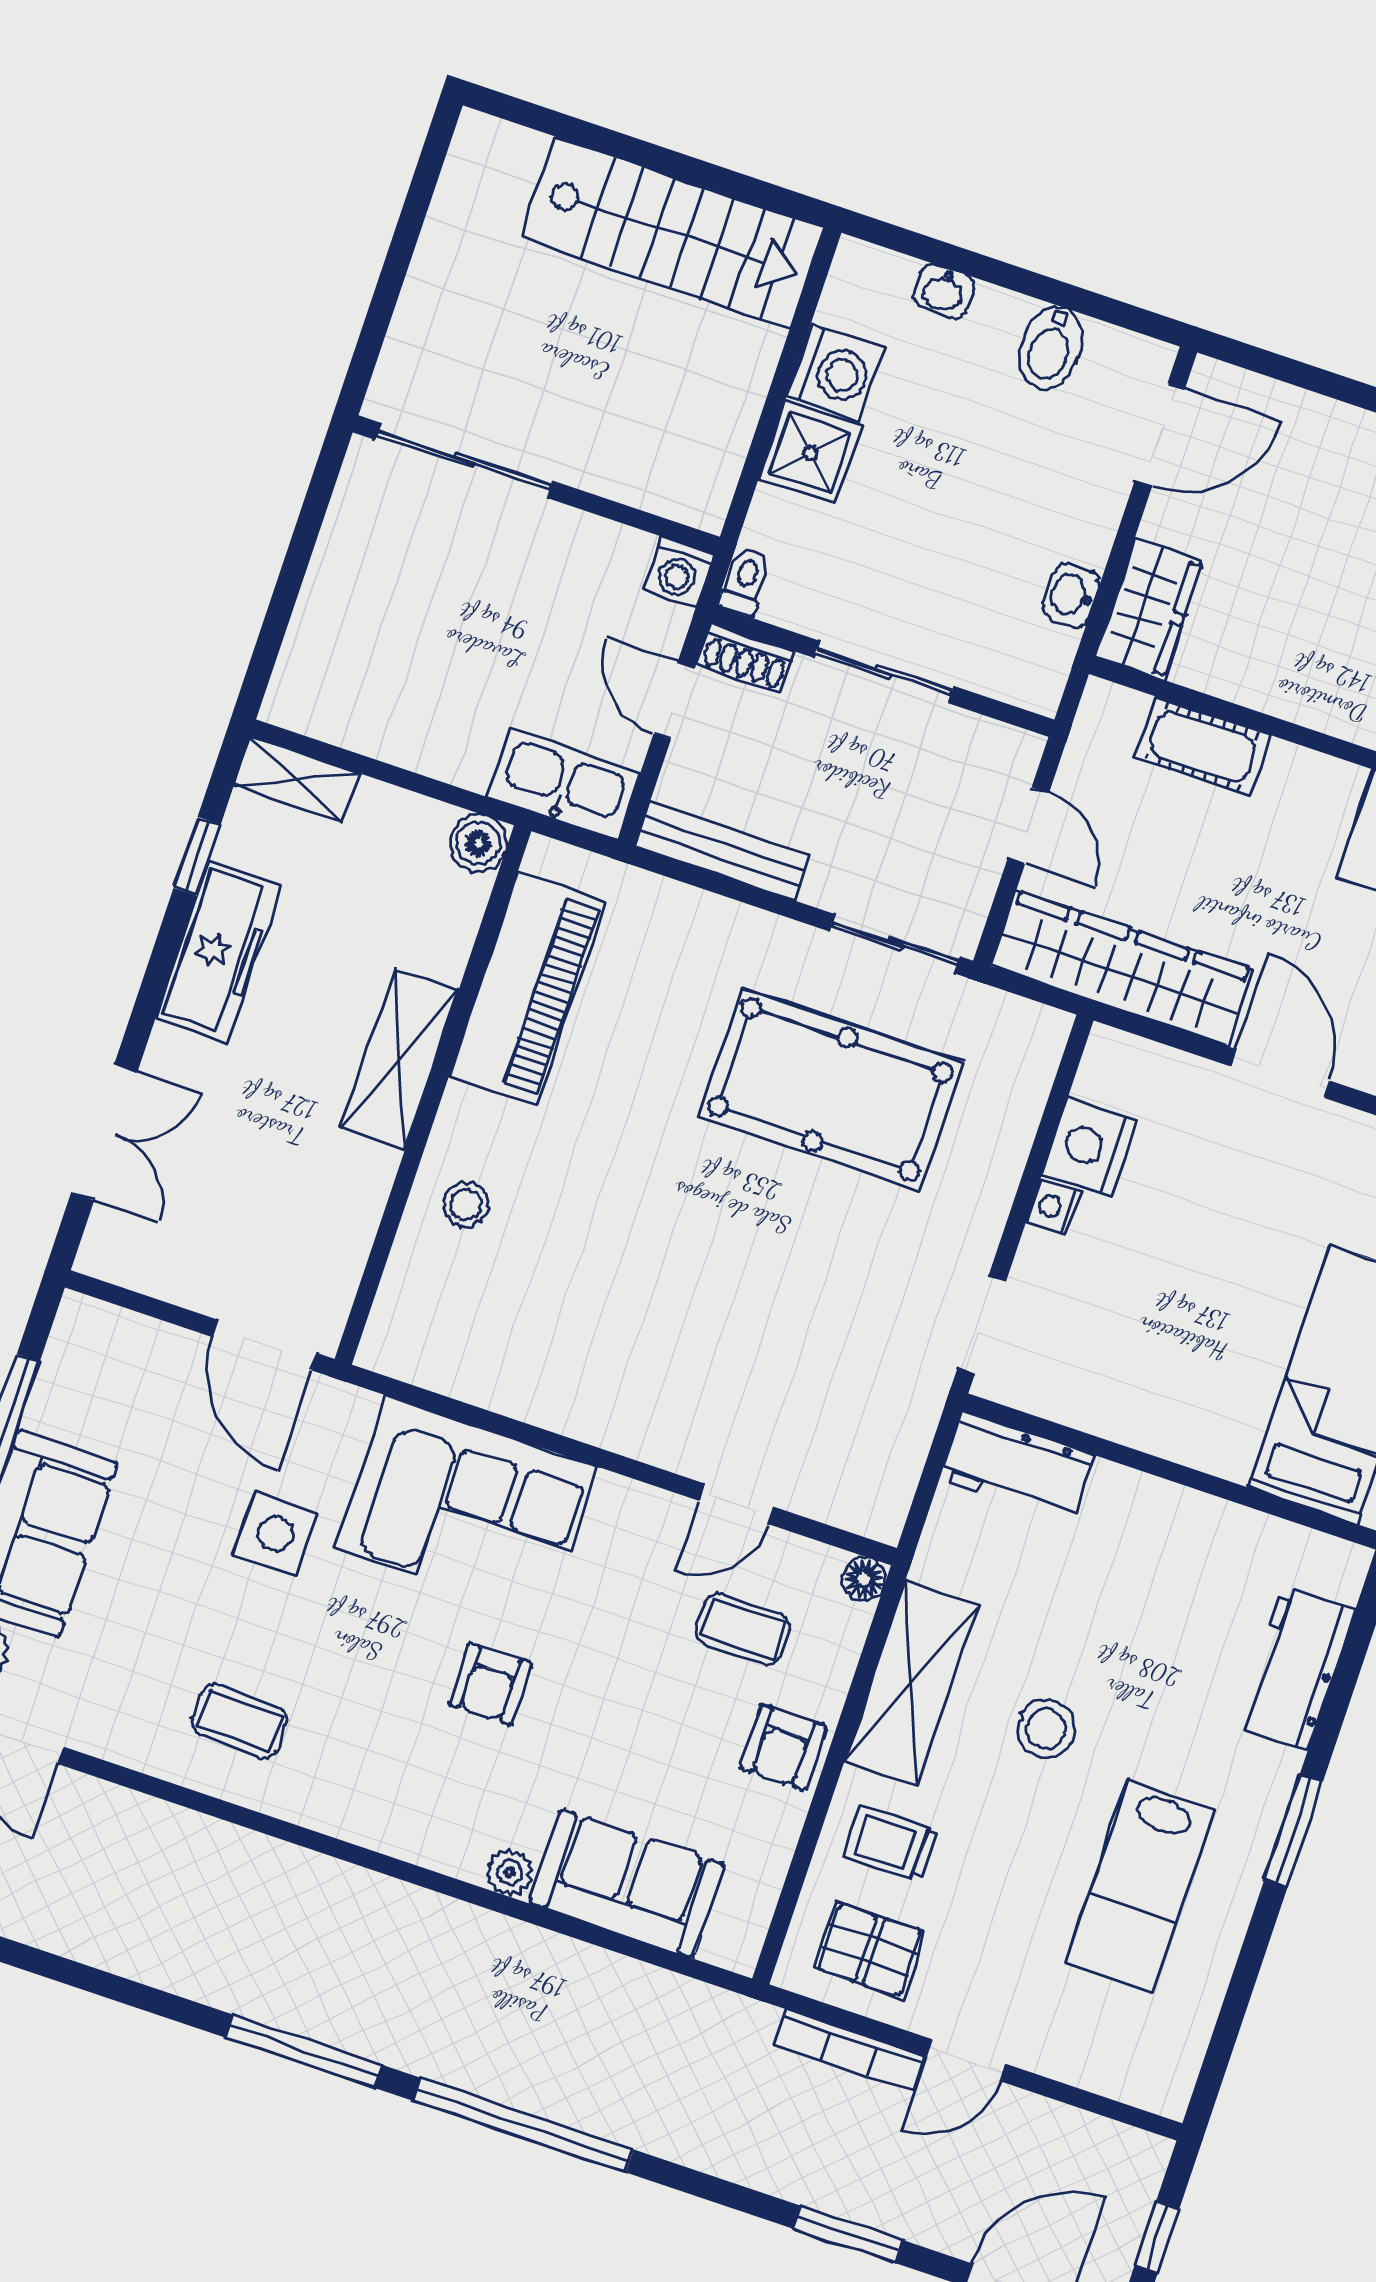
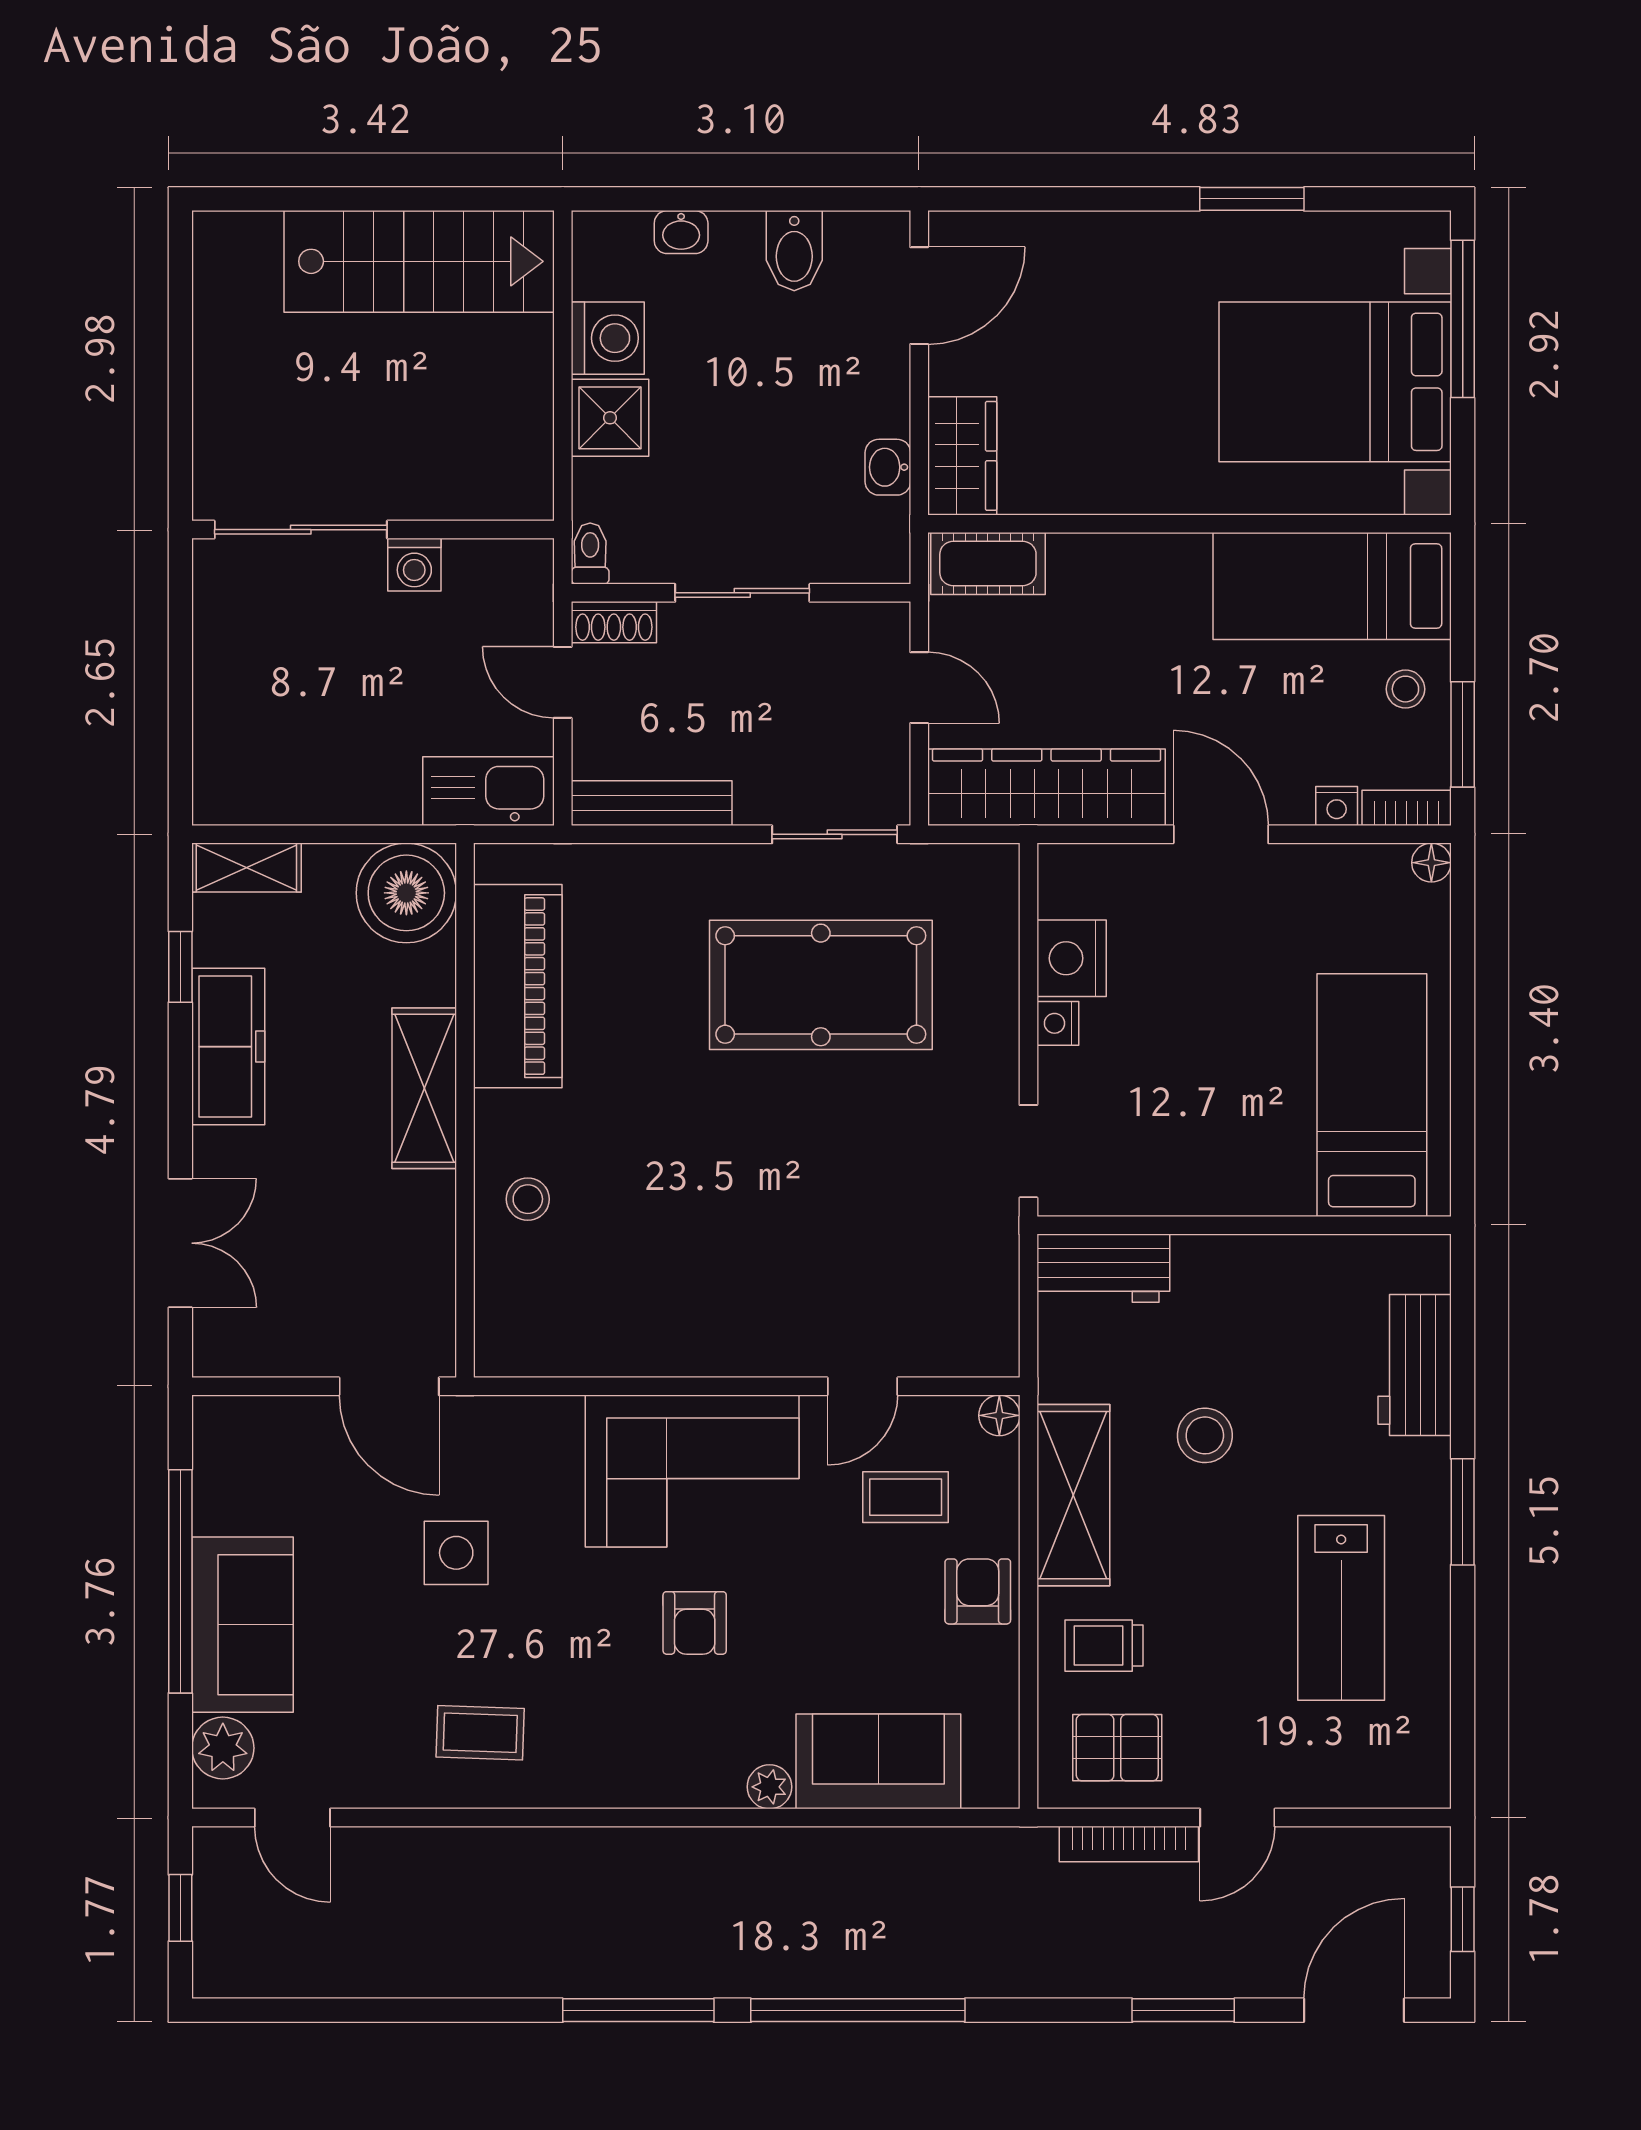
washing machine: (679, 572) -> (414, 565), moved
cot: (1203, 747) -> (988, 564), moved
boiler: (478, 843) -> (406, 893), width x1.86, depth x1.86
corner sofa: (467, 1507) -> (692, 1471), moved
stool: (1046, 1729) -> (1205, 1435), moved
armchair: (783, 1747) -> (978, 1591), turned 180

